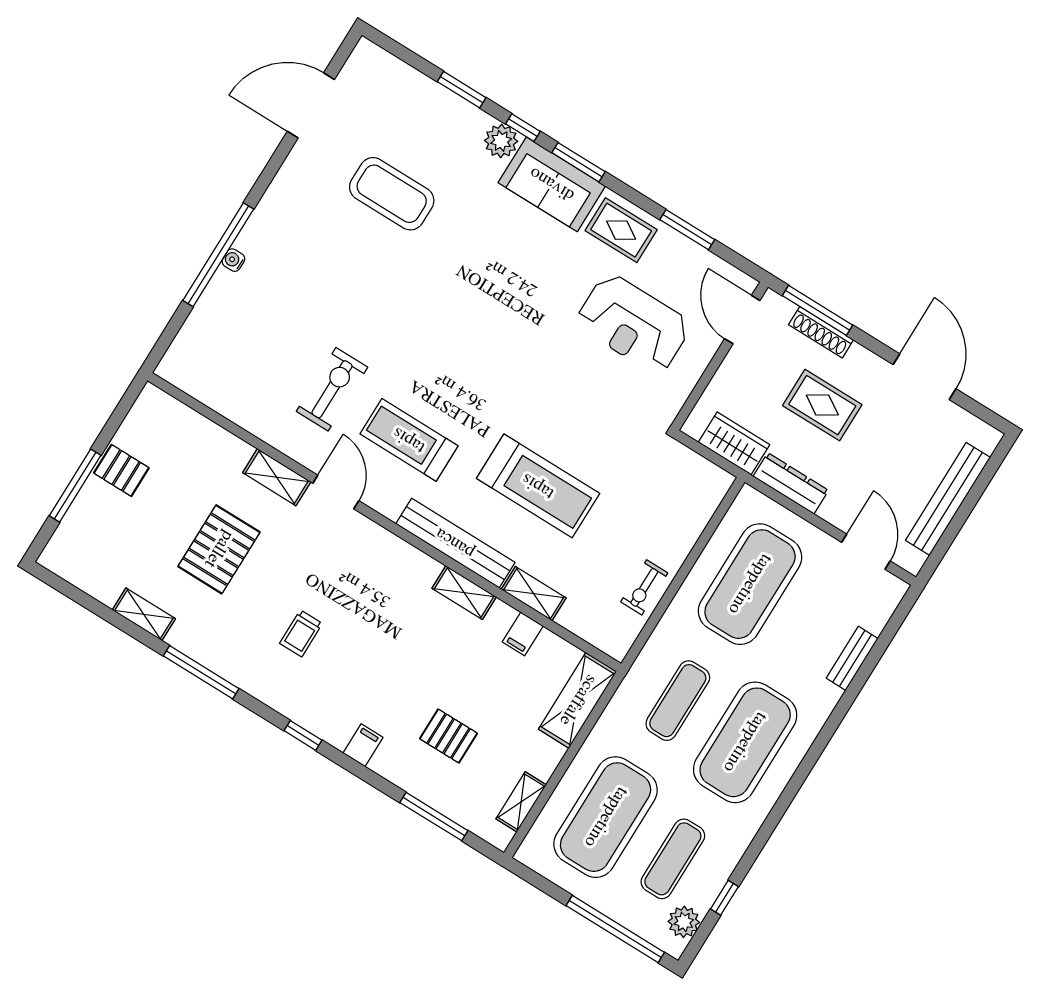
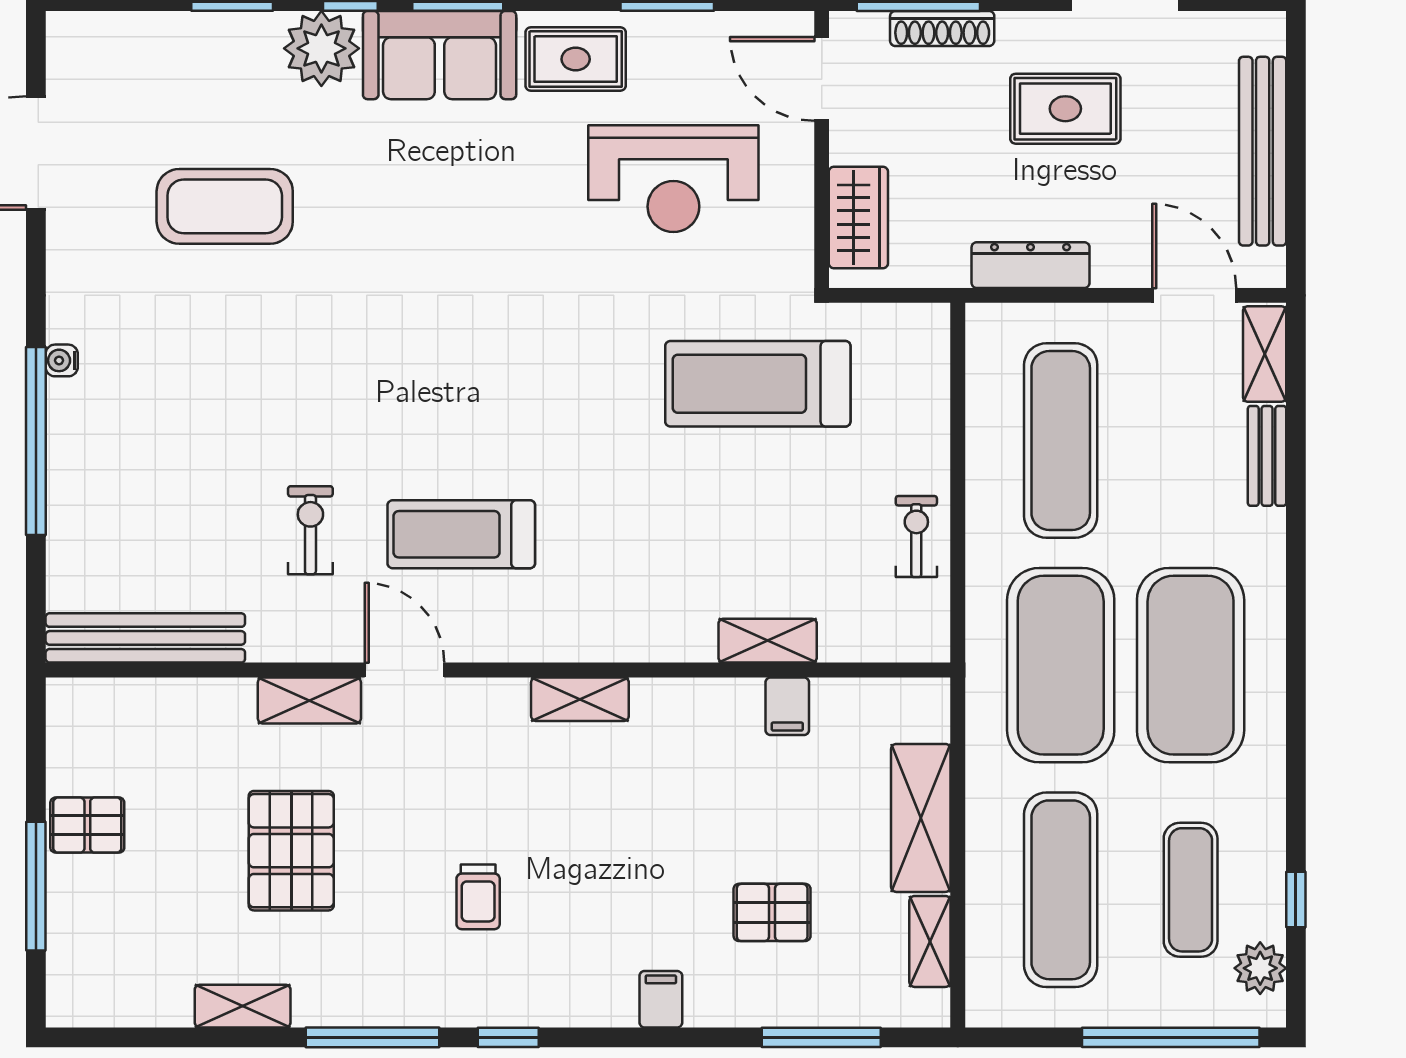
plant: (501, 141) -> (321, 48), width x1.36, depth x1.36
water cooler: (233, 260) -> (62, 360), moved
exercise bike: (332, 389) -> (310, 530), width x0.73, depth x0.72
rug: (822, 405) -> (1065, 109), moved
wardrobe: (734, 443) -> (858, 218), moved, turned 90
treadmill: (538, 486) -> (758, 384), moved, turned 180
bench: (455, 543) -> (145, 638), moved
exercise mat: (750, 584) -> (1061, 441), width x0.68
exercise bike: (644, 587) -> (916, 537), turned 180
shelving: (464, 593) -> (580, 699), moved
shelving: (884, 605) -> (1265, 354), added
shelving: (578, 700) -> (921, 818), moved
exercise mat: (678, 701) -> (1061, 665), width x2.00, depth x1.45
window: (303, 735) -> (508, 1037), moved
exercise mat: (606, 817) -> (1061, 890), width x0.68

